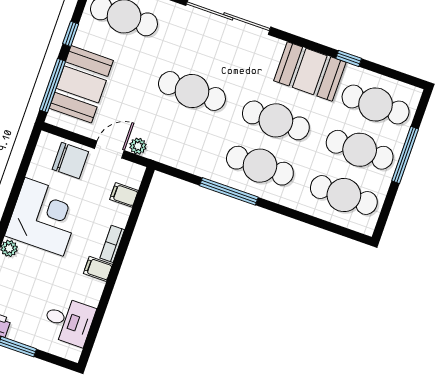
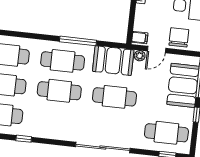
booth: (310, 71) -> (113, 61), moved
chair: (70, 161) -> (179, 37), turned 90
filing cabinet: (124, 195) -> (140, 38), moved

